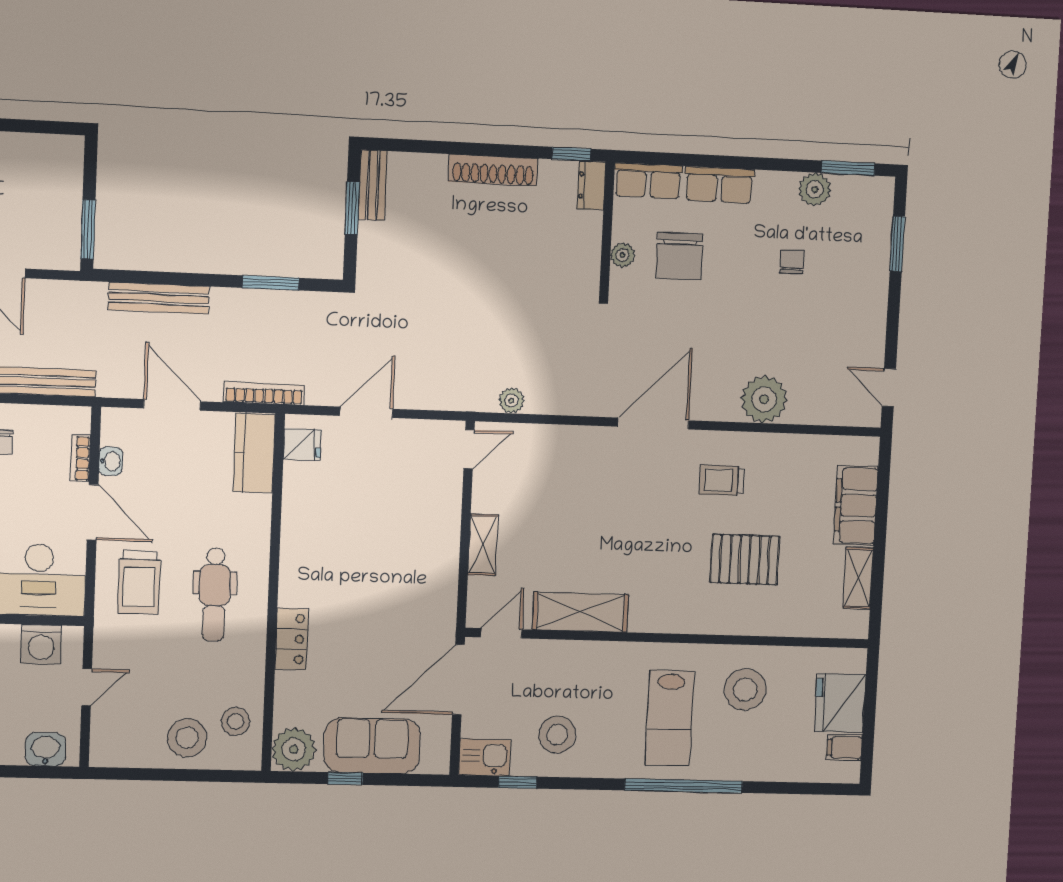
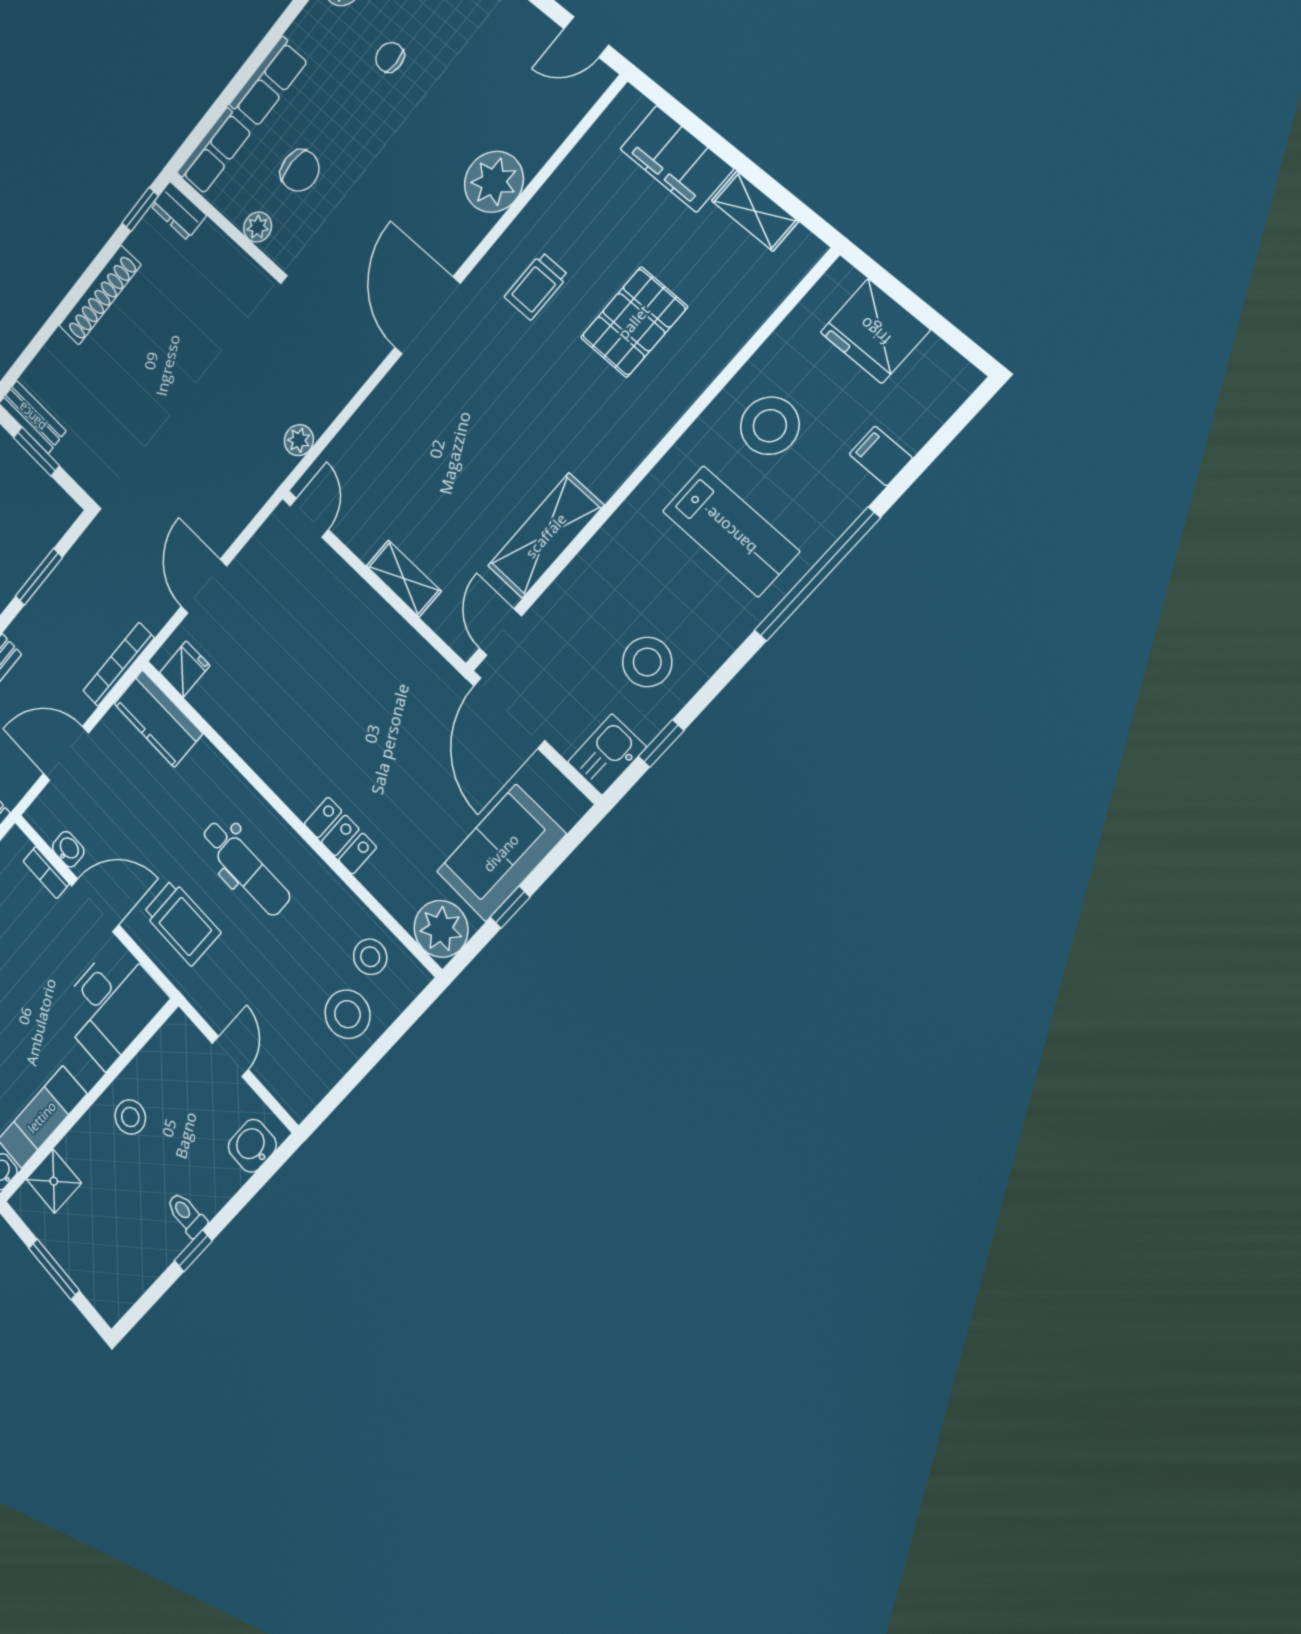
chair: (679, 256) -> (300, 171), width x0.73, depth x0.73
washing machine: (41, 644) -> (163, 1057), removed
filing cabinet: (844, 748) -> (881, 456), moved, turned 90

